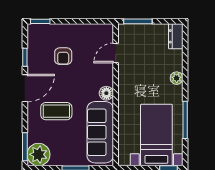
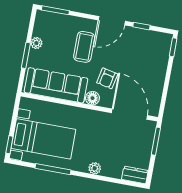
door: (116, 53) -> (129, 114), width x1.88
armchair: (63, 56) -> (107, 78), moved, turned -78
door: (25, 88) -> (112, 21), hinge flipped
plant: (38, 154) -> (36, 43), moved, width x0.53, depth x0.53

